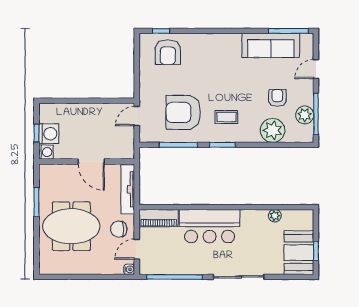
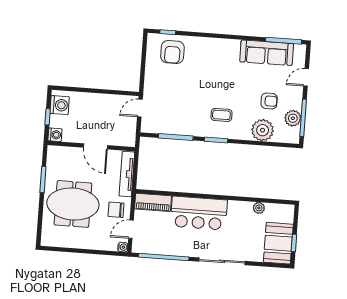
armchair: (277, 98) -> (269, 101), turned 90
armchair: (183, 112) -> (182, 108), removed
washing machine: (49, 134) -> (60, 105), moved

